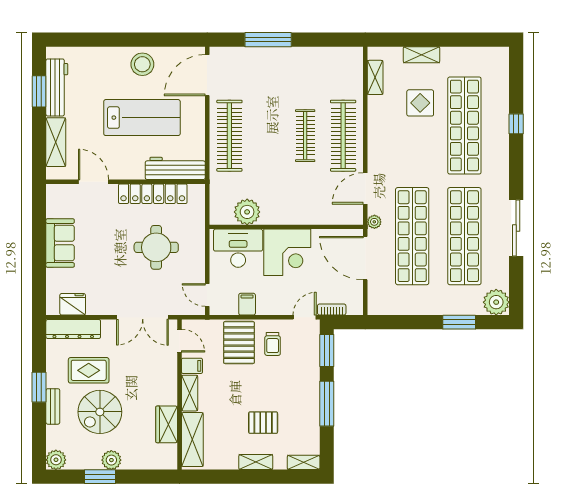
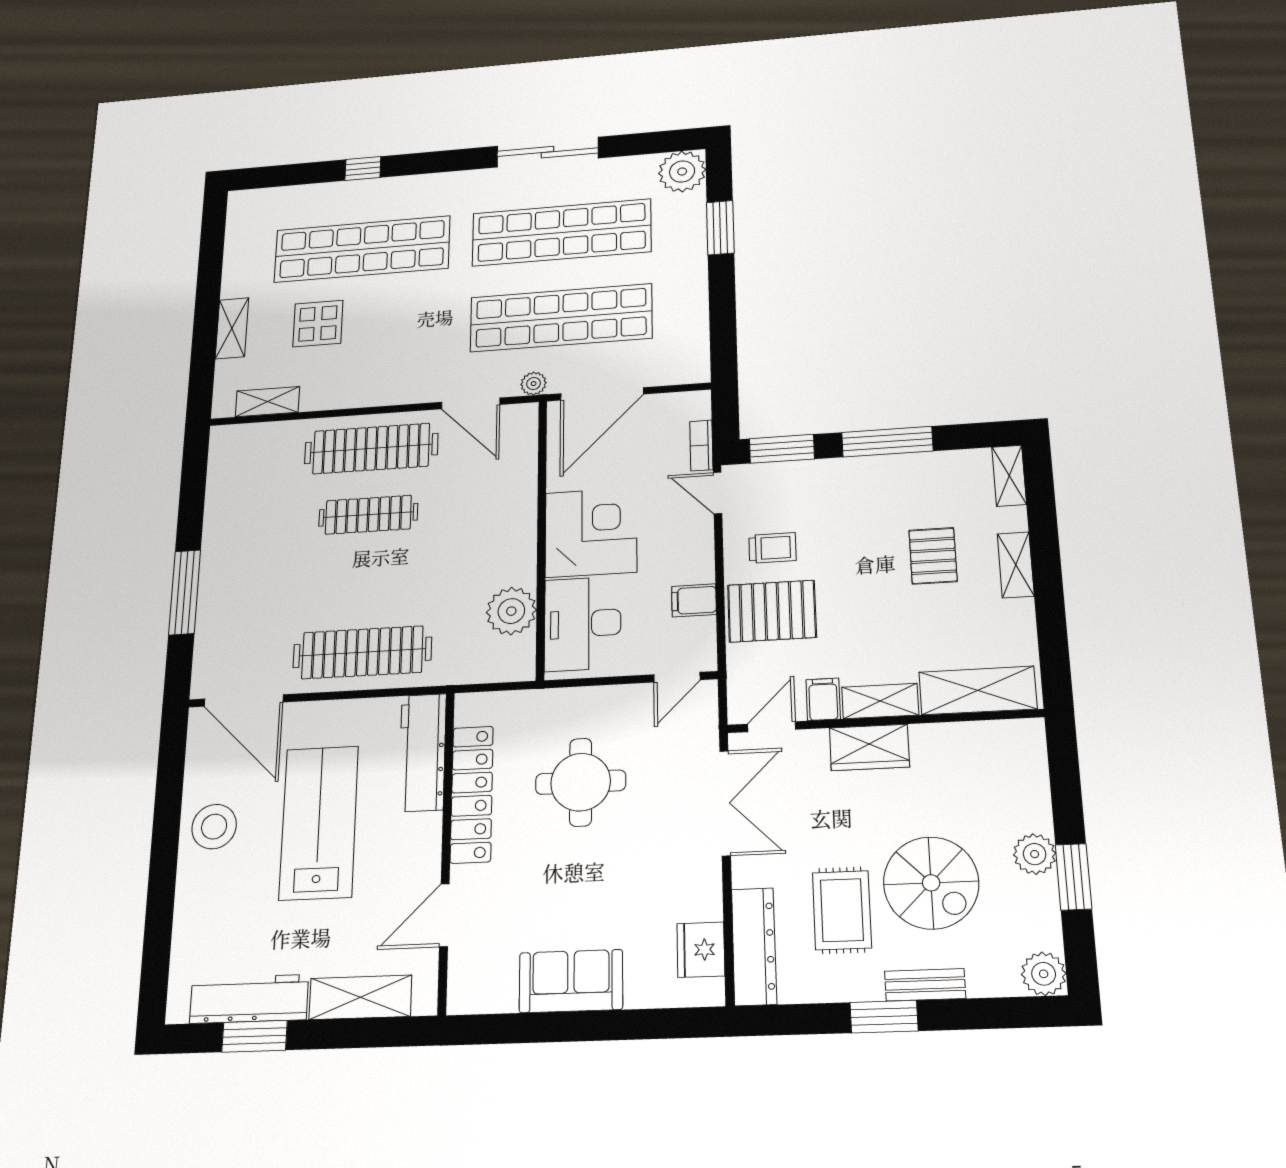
wardrobe: (167, 424) -> (869, 747), moved

